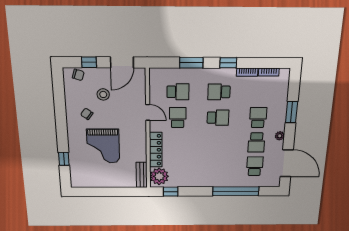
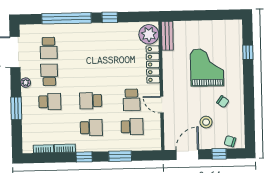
school desk: (178, 92) -> (132, 127), turned 180
school desk: (258, 118) -> (50, 102), turned -90
window: (171, 192) -> (110, 17), moved

